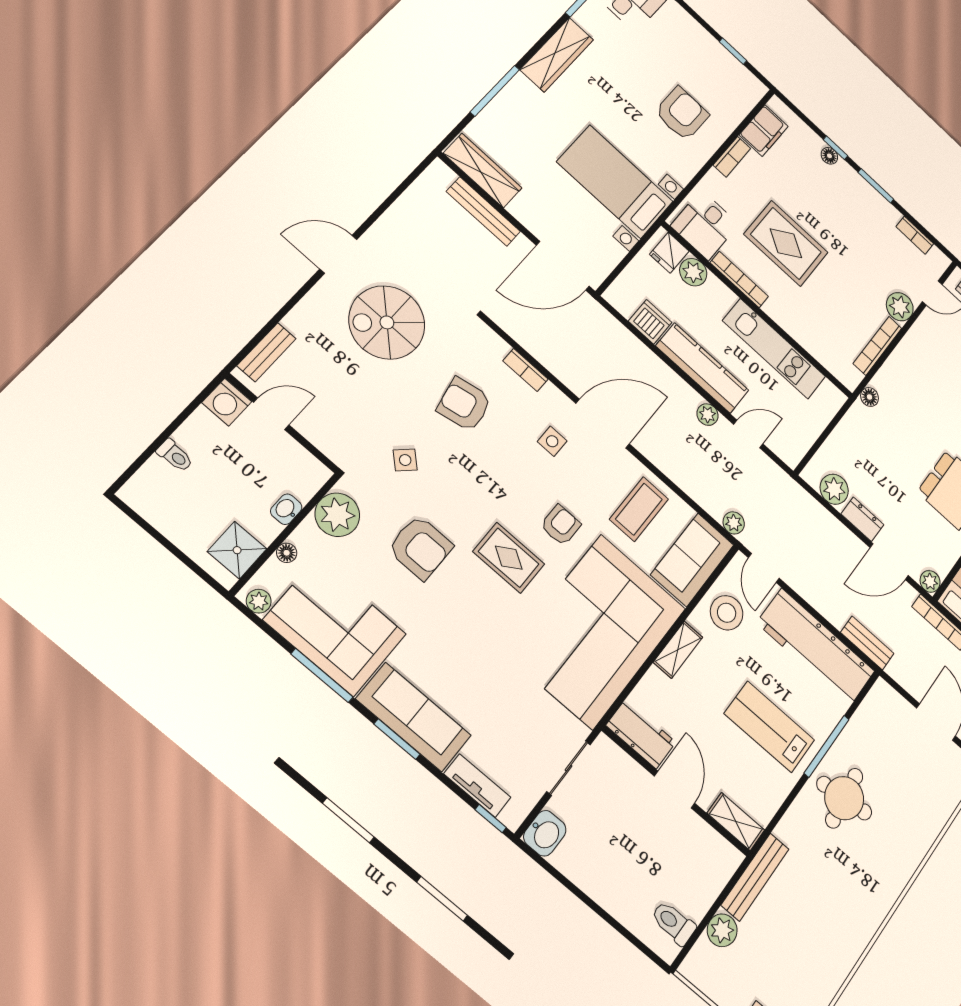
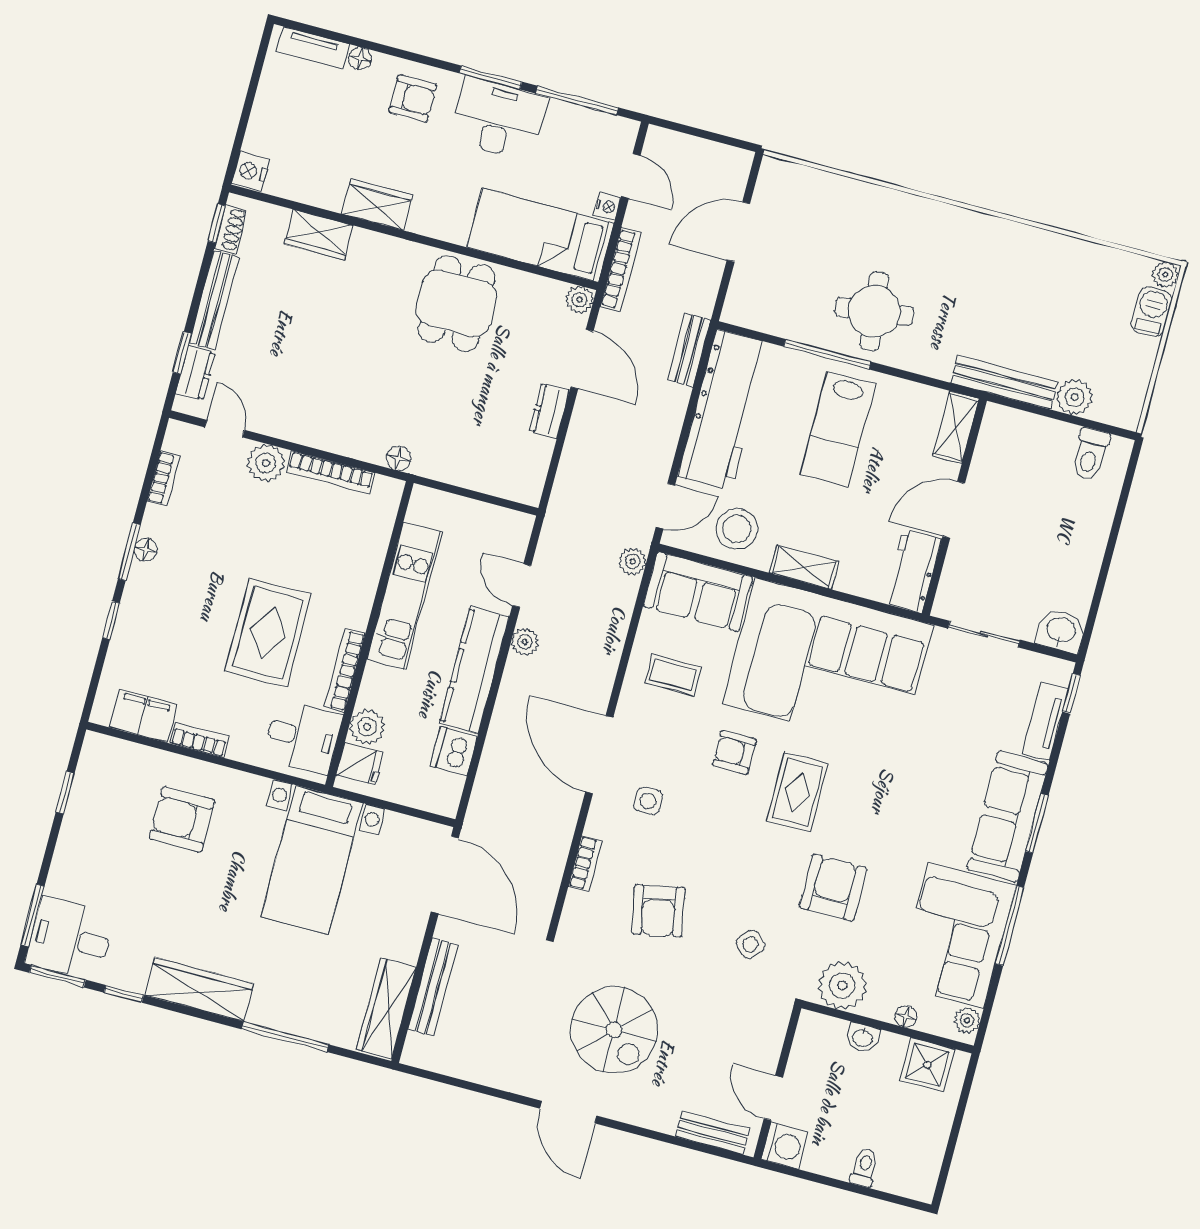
floor lamp: (829, 156) -> (146, 550), moved
plant: (834, 489) -> (532, 459), removed
coffee table: (639, 509) -> (673, 675), width x0.73, depth x0.77

